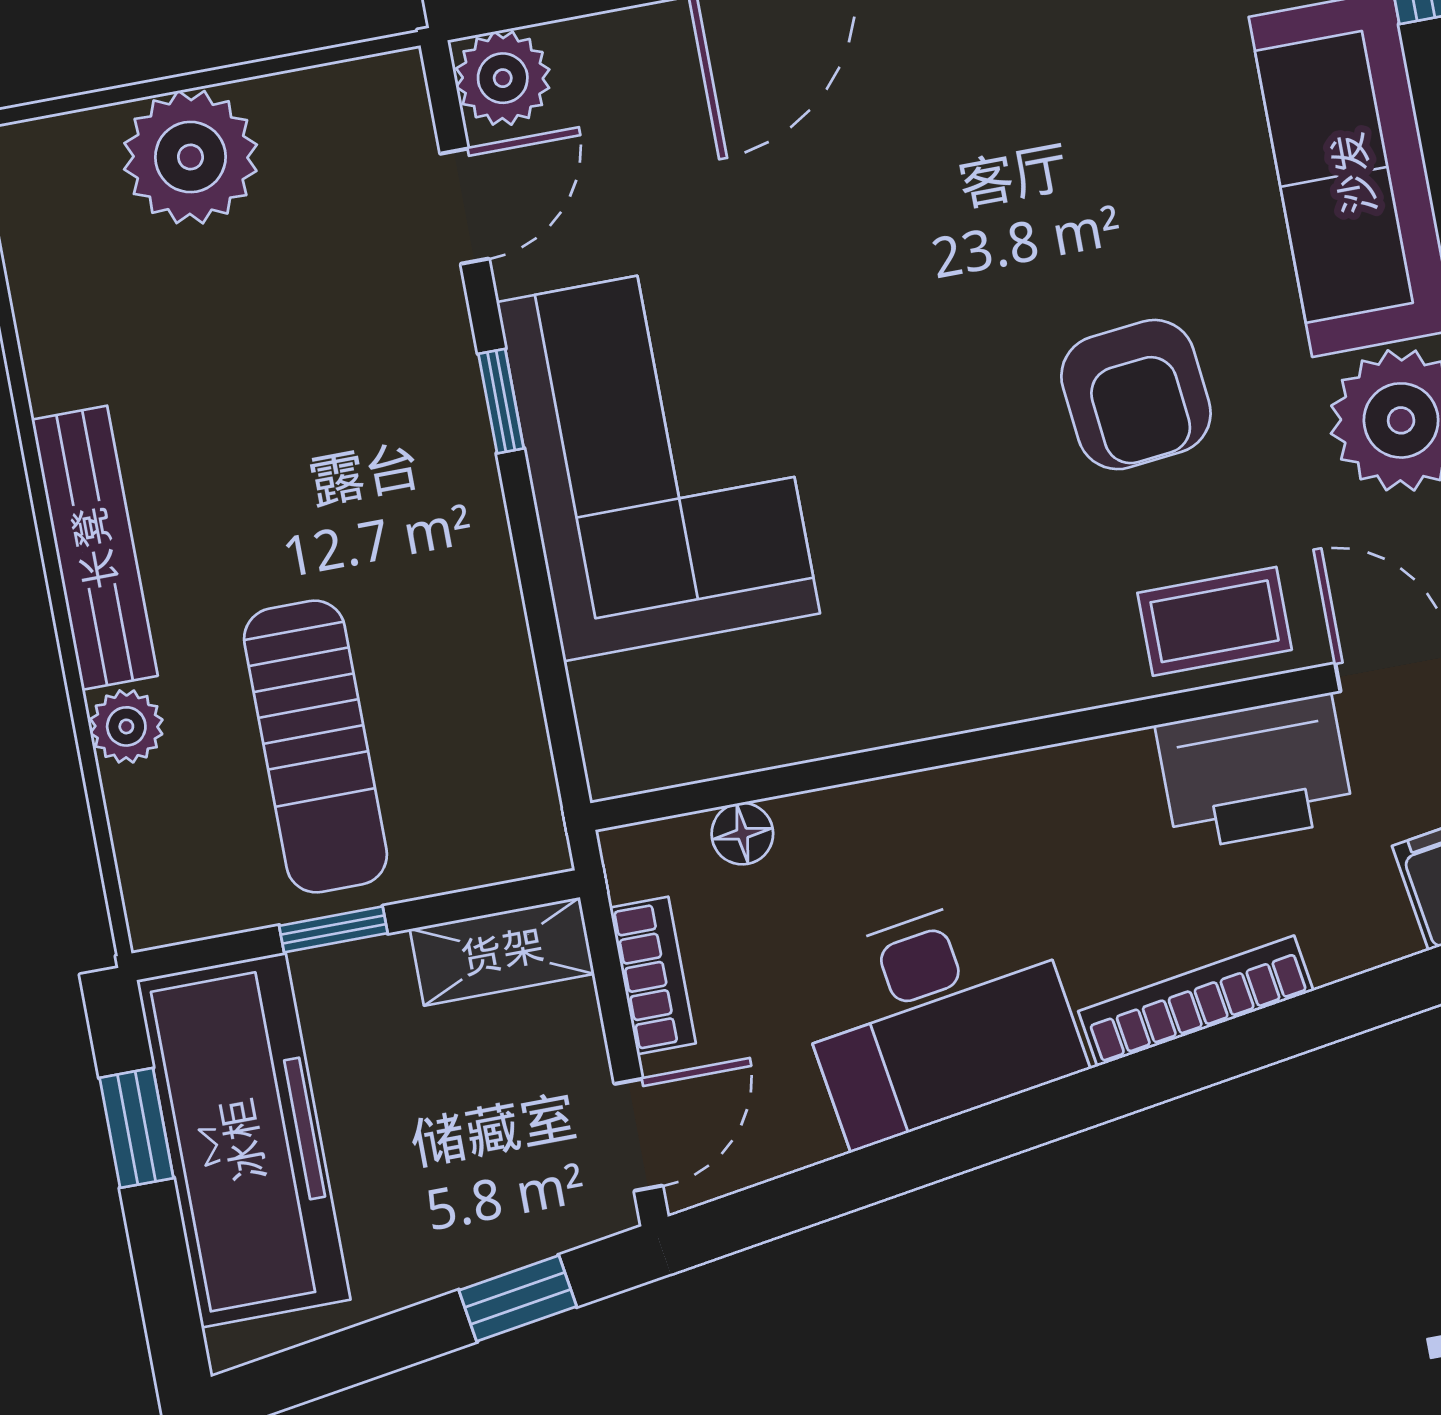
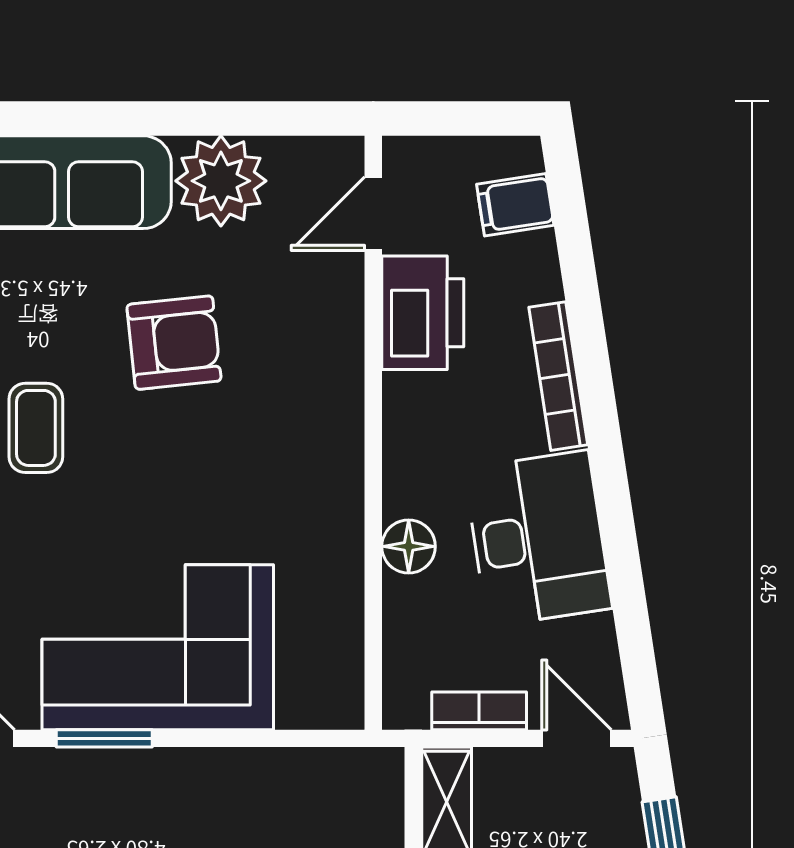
window: (501, 401) -> (104, 738), width x1.50
coffee table: (1215, 621) -> (36, 428), moved
floor lamp: (742, 834) -> (409, 546), moved, width x1.37, depth x1.37

